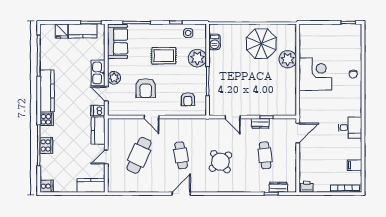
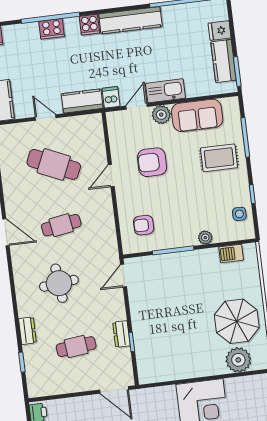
sofa: (118, 41) -> (197, 115), moved
rug: (164, 56) -> (219, 158), moved, turned 90
plant: (197, 58) -> (205, 238), width x0.53, depth x0.53
plant: (288, 59) -> (238, 360), moved
door: (233, 117) -> (124, 276), moved
round table: (220, 162) -> (59, 283), turned 33
dresser: (278, 187) -> (27, 331), moved

